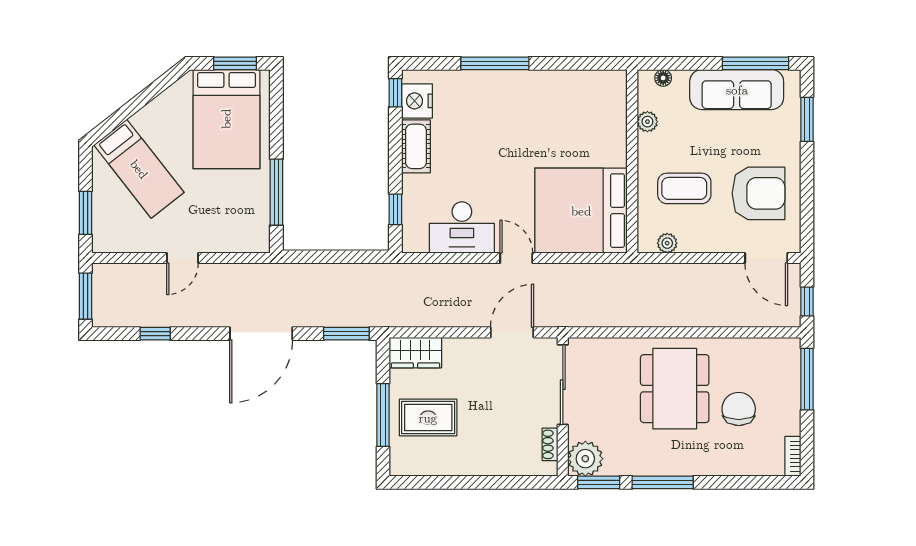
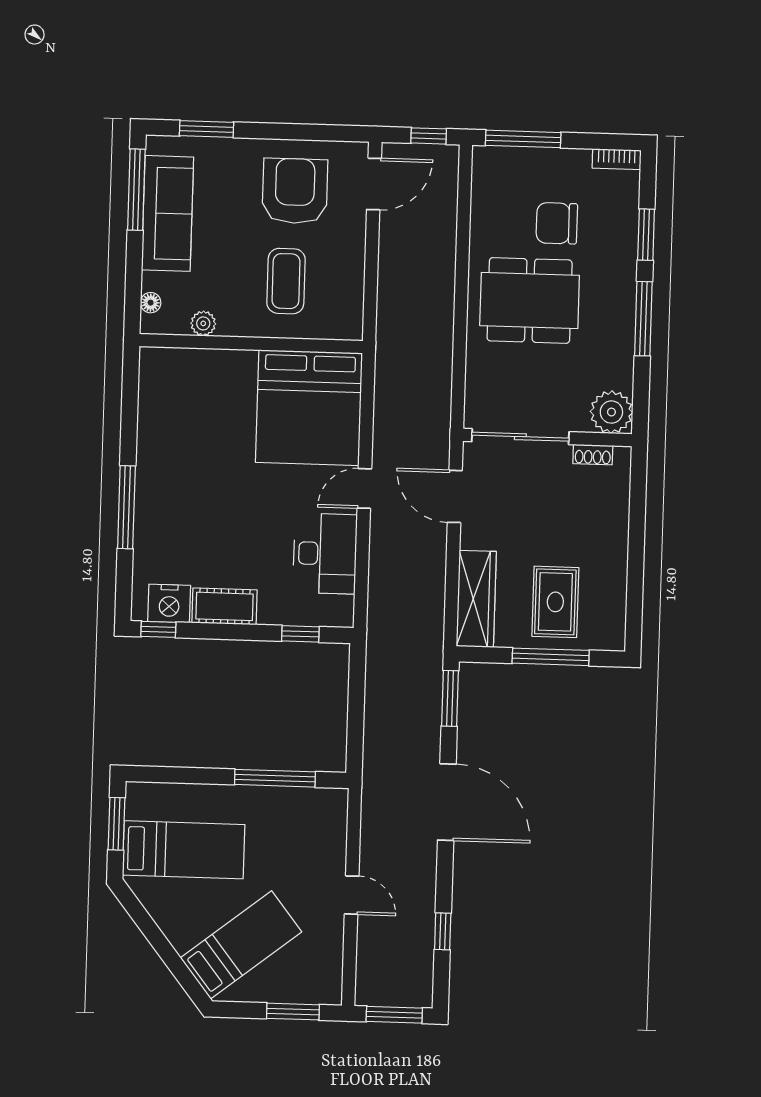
bed: (226, 119) -> (184, 850), width x0.67
plant: (667, 243) -> (352, 304), removed
wardrobe: (415, 353) -> (476, 599), width x1.50
window: (599, 482) -> (646, 235), moved

